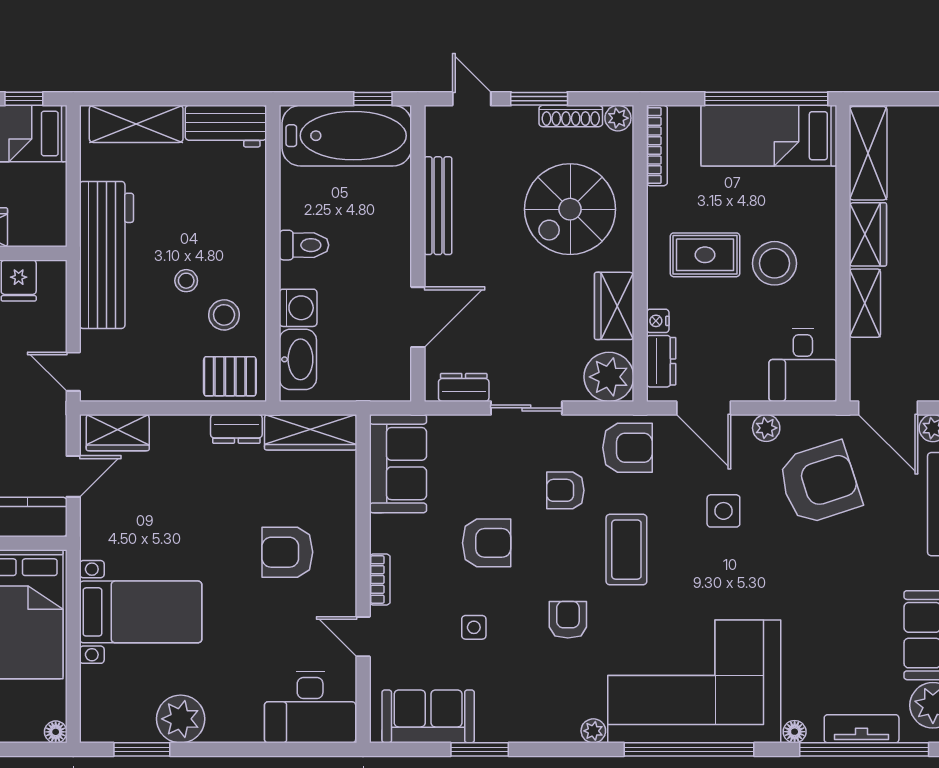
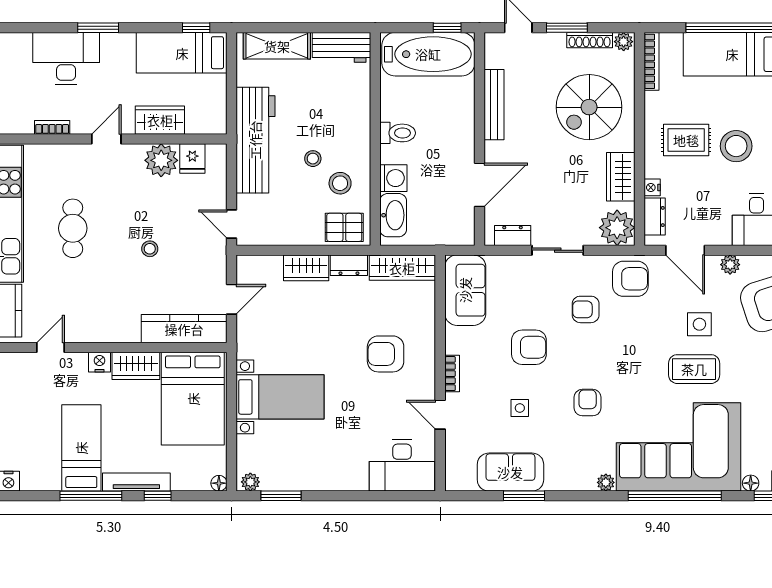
wardrobe: (118, 433) -> (306, 268), moved
coffee table: (626, 550) -> (694, 369), moved, turned 90
sofa: (428, 716) -> (510, 472), moved
plant: (181, 719) -> (250, 482), moved, width x0.53, depth x0.53

